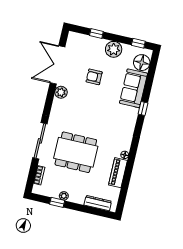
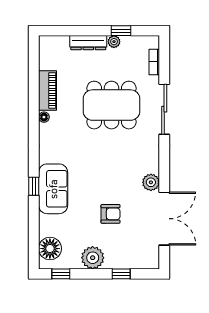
sofa: (133, 88) -> (53, 189), moved
dresser: (98, 203) -> (88, 43), moved

